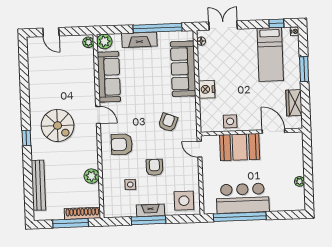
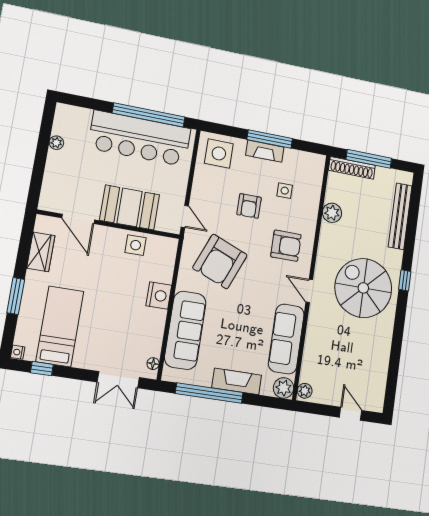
armchair: (168, 123) -> (220, 261), width x1.88, depth x1.88
spiral stairs: (58, 125) -> (363, 288), width x1.37, depth x1.37
bar counter: (243, 198) -> (140, 138), width x1.36

